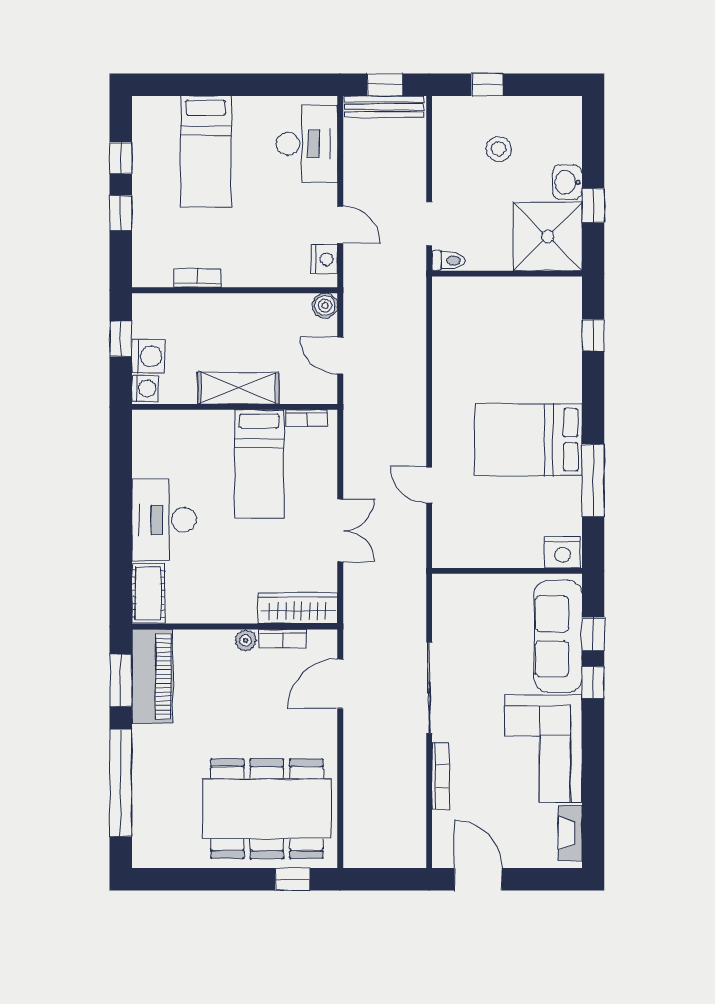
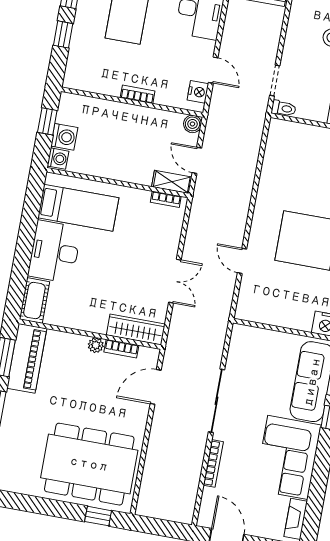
bookcase: (198, 278) -> (138, 94), moved
shelving: (238, 388) -> (172, 182), moved, width x0.67, depth x0.75
bed: (259, 464) -> (78, 208), moved, turned -90

